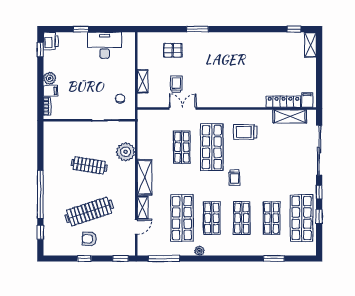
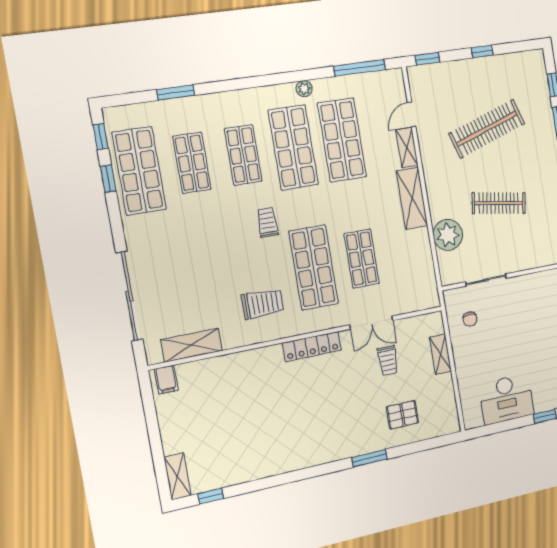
locker: (283, 102) -> (312, 347), moved
window: (319, 192) -> (101, 137), moved
shop shelf: (212, 218) -> (293, 147), width x1.43, depth x1.36
armchair: (89, 239) -> (480, 84), removed

